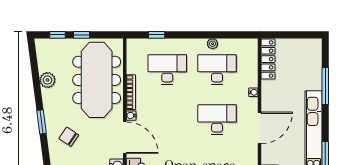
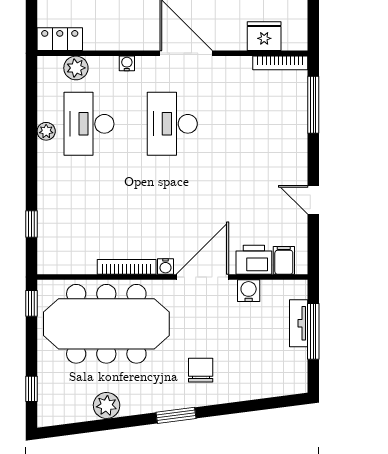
window: (81, 35) -> (32, 303), moved
locker: (268, 59) -> (60, 39), width x0.66
plant: (251, 62) -> (76, 68), added
desk: (167, 69) -> (89, 206), removed
chair: (69, 137) -> (201, 370), turned 146

